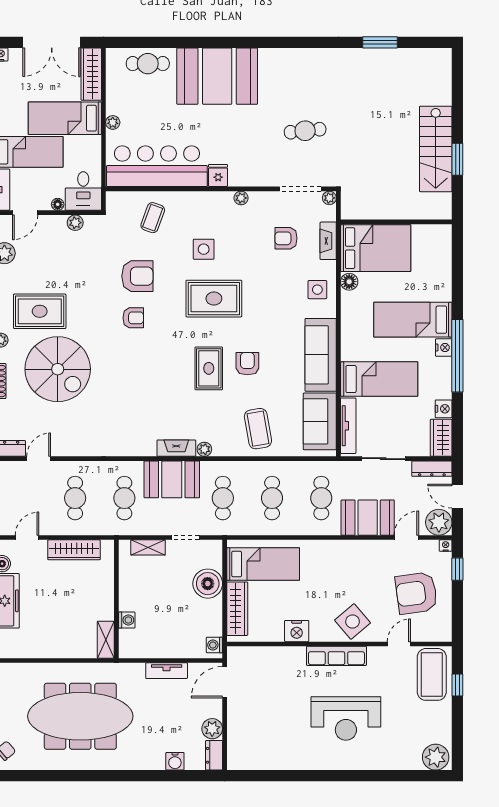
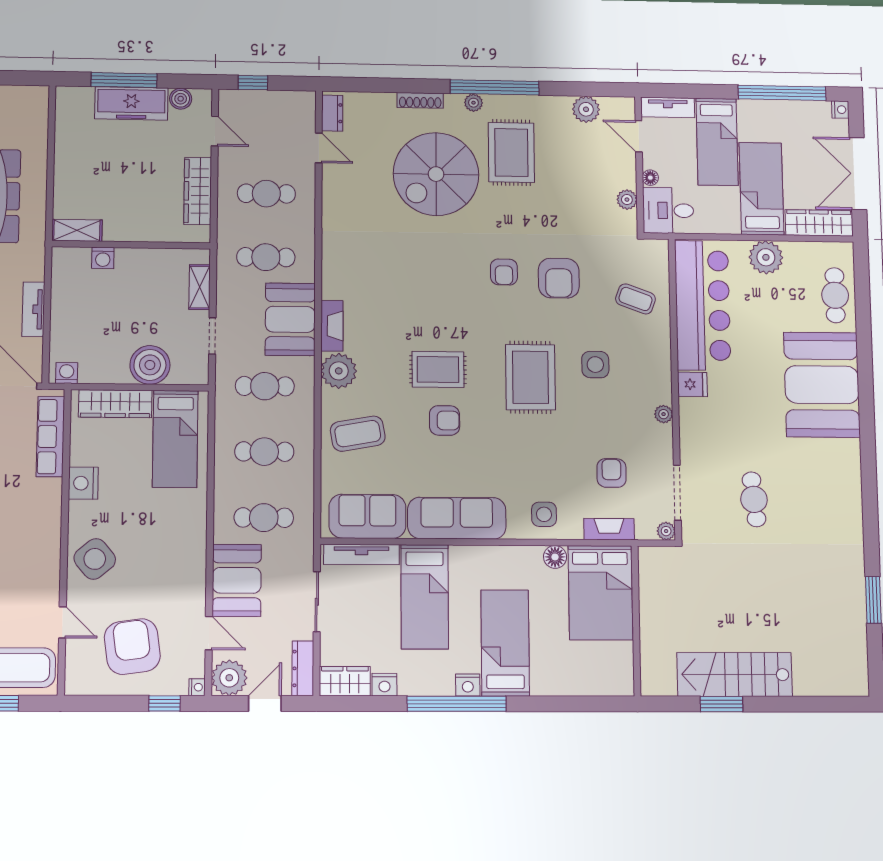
plant: (113, 122) -> (766, 257), width x1.88, depth x1.88
plant: (204, 449) -> (339, 371), width x1.87, depth x1.87
row of seats: (336, 656) -> (50, 437), moved

